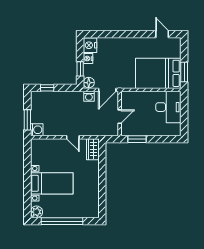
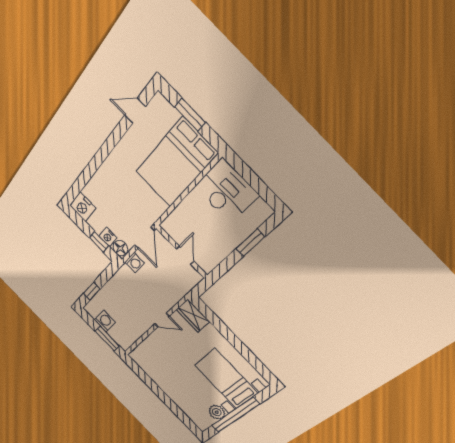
nightstand: (88, 59) -> (108, 237), moved
window: (184, 72) -> (190, 115), moved
washing machine: (37, 130) -> (105, 321), moved
window: (137, 139) -> (250, 243), moved
bed with nightstands: (52, 183) -> (226, 379), moved, turned -90
plant: (36, 212) -> (217, 412), moved

